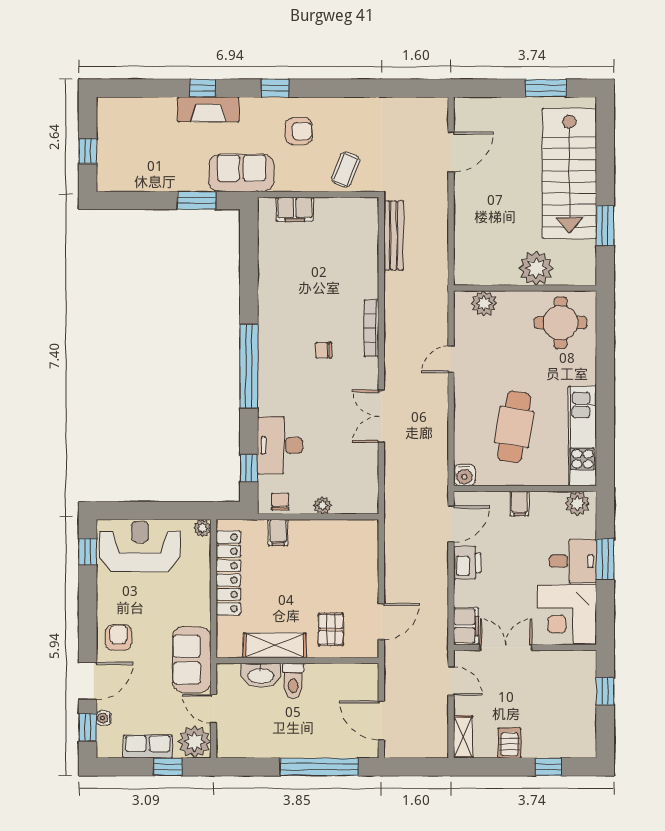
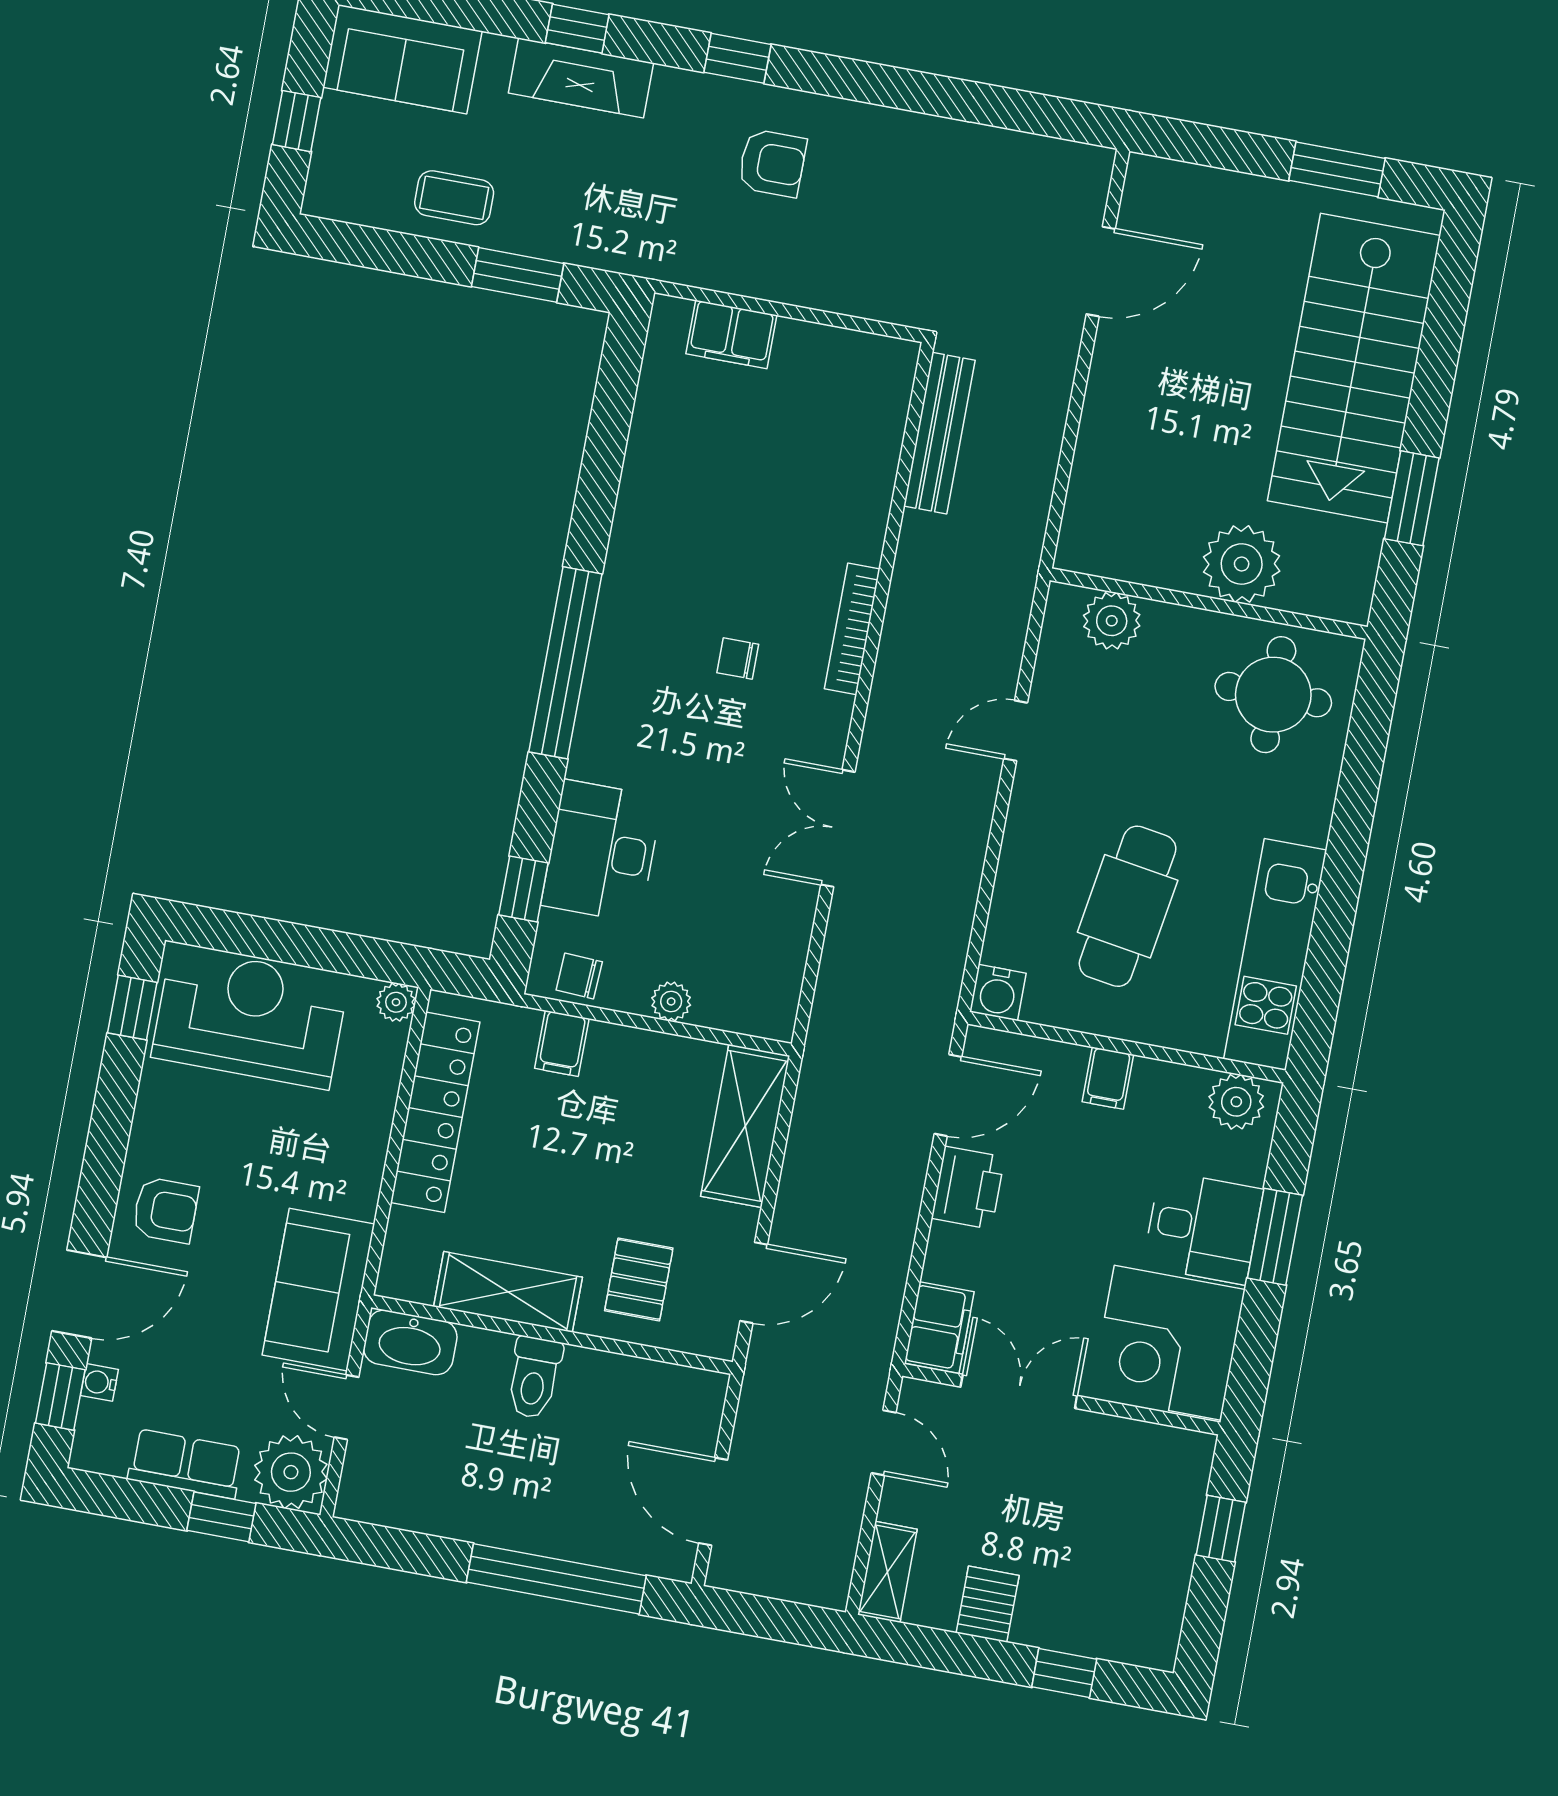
coffee table: (346, 169) -> (454, 198), moved, turned 68
sofa: (241, 173) -> (402, 59), moved, turned 180
chair: (280, 502) -> (579, 976), turned -87
shelving: (365, 554) -> (745, 1126), added
armchair: (119, 637) -> (166, 1210), turned 90
washbasin: (261, 675) -> (410, 1342), moved

